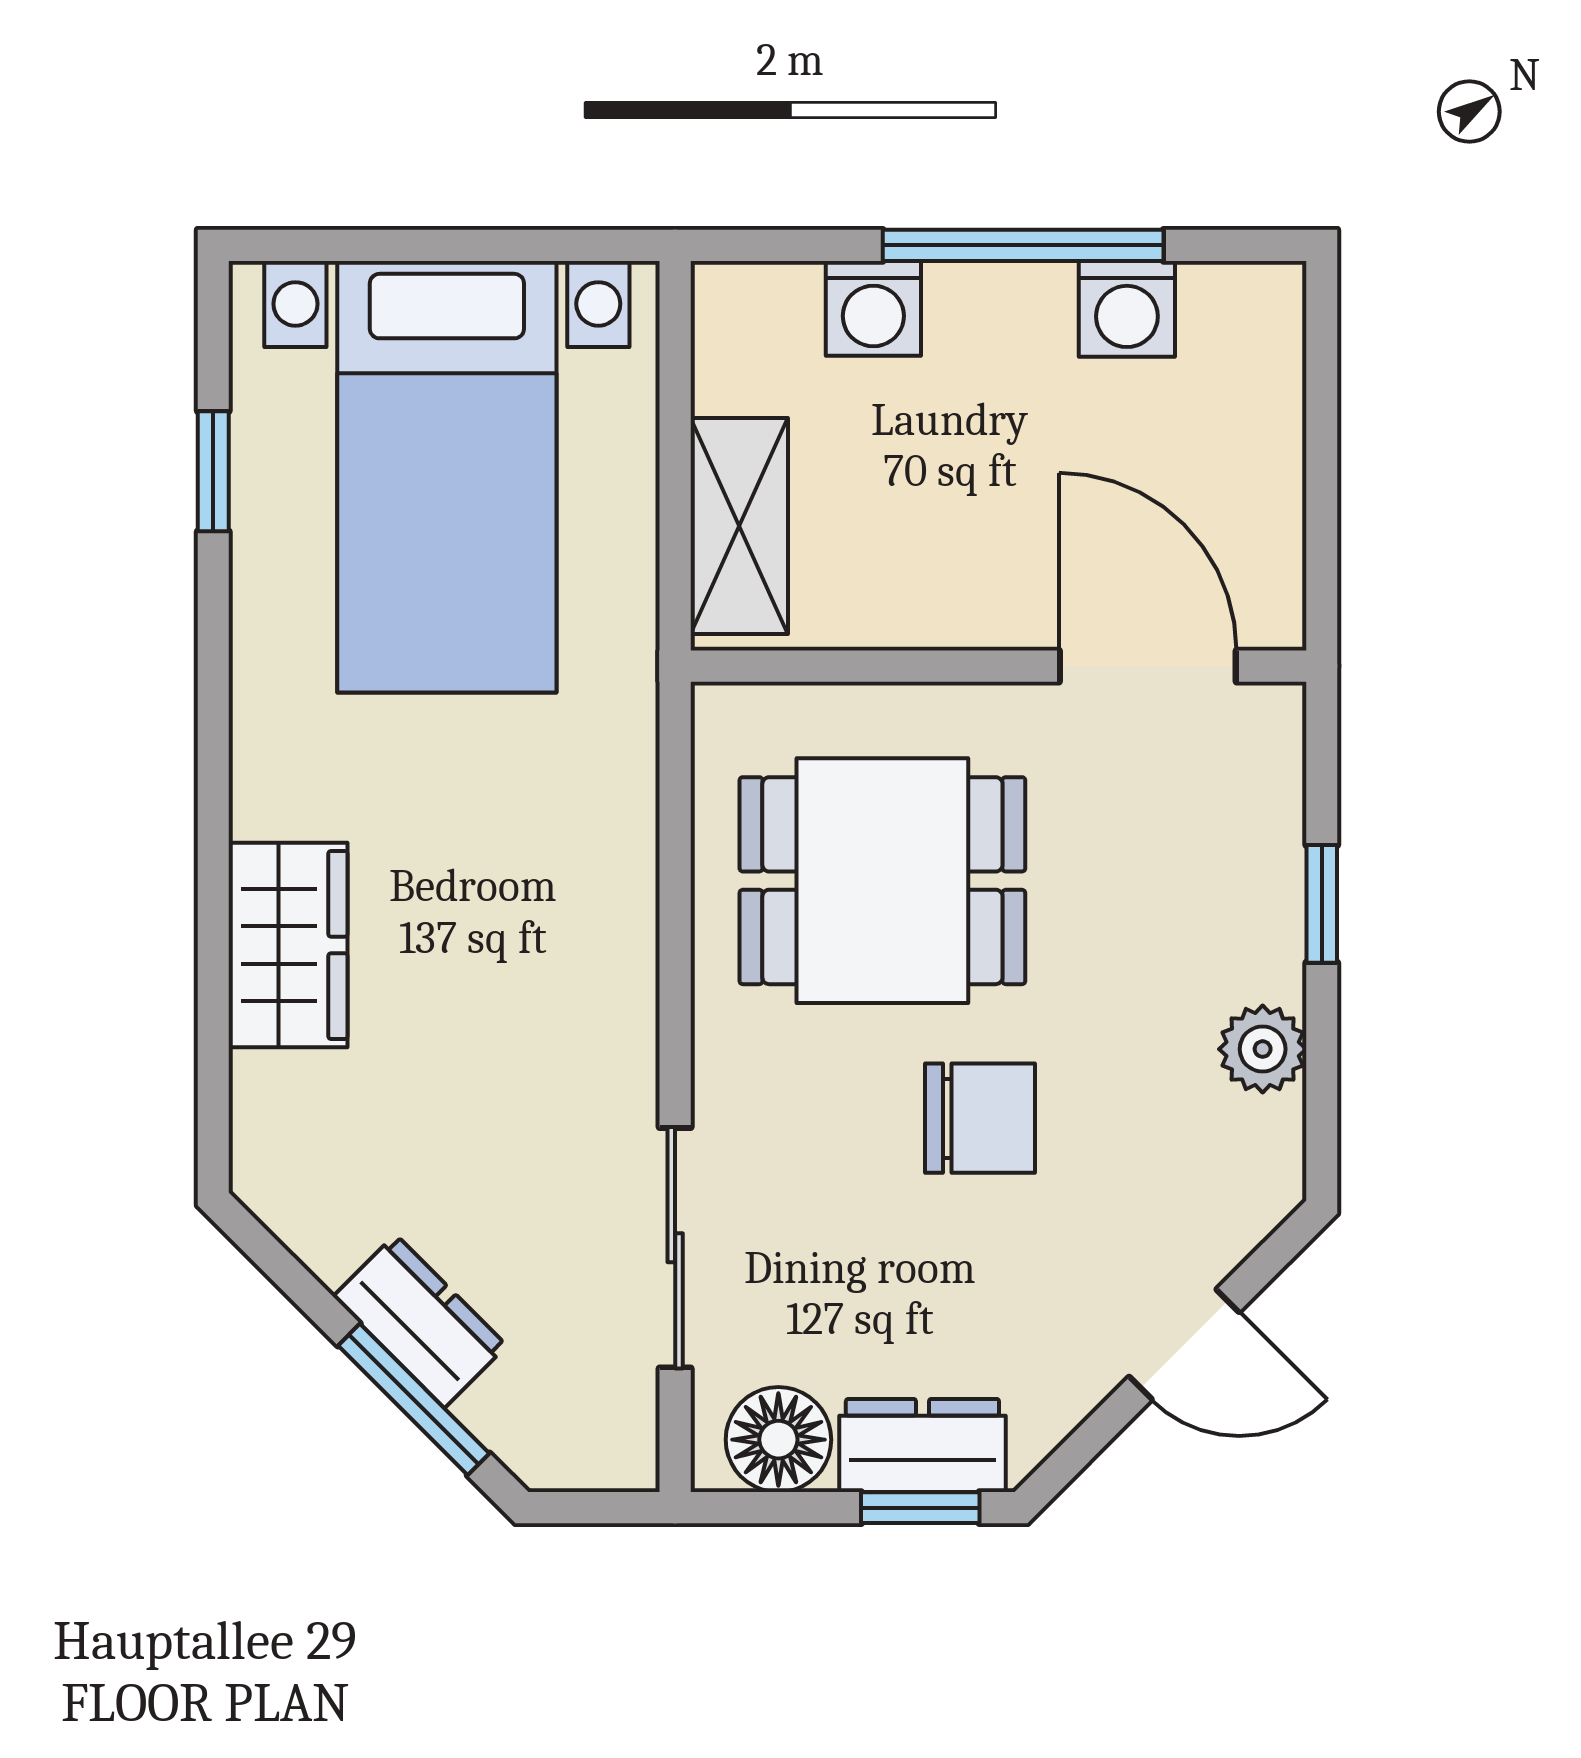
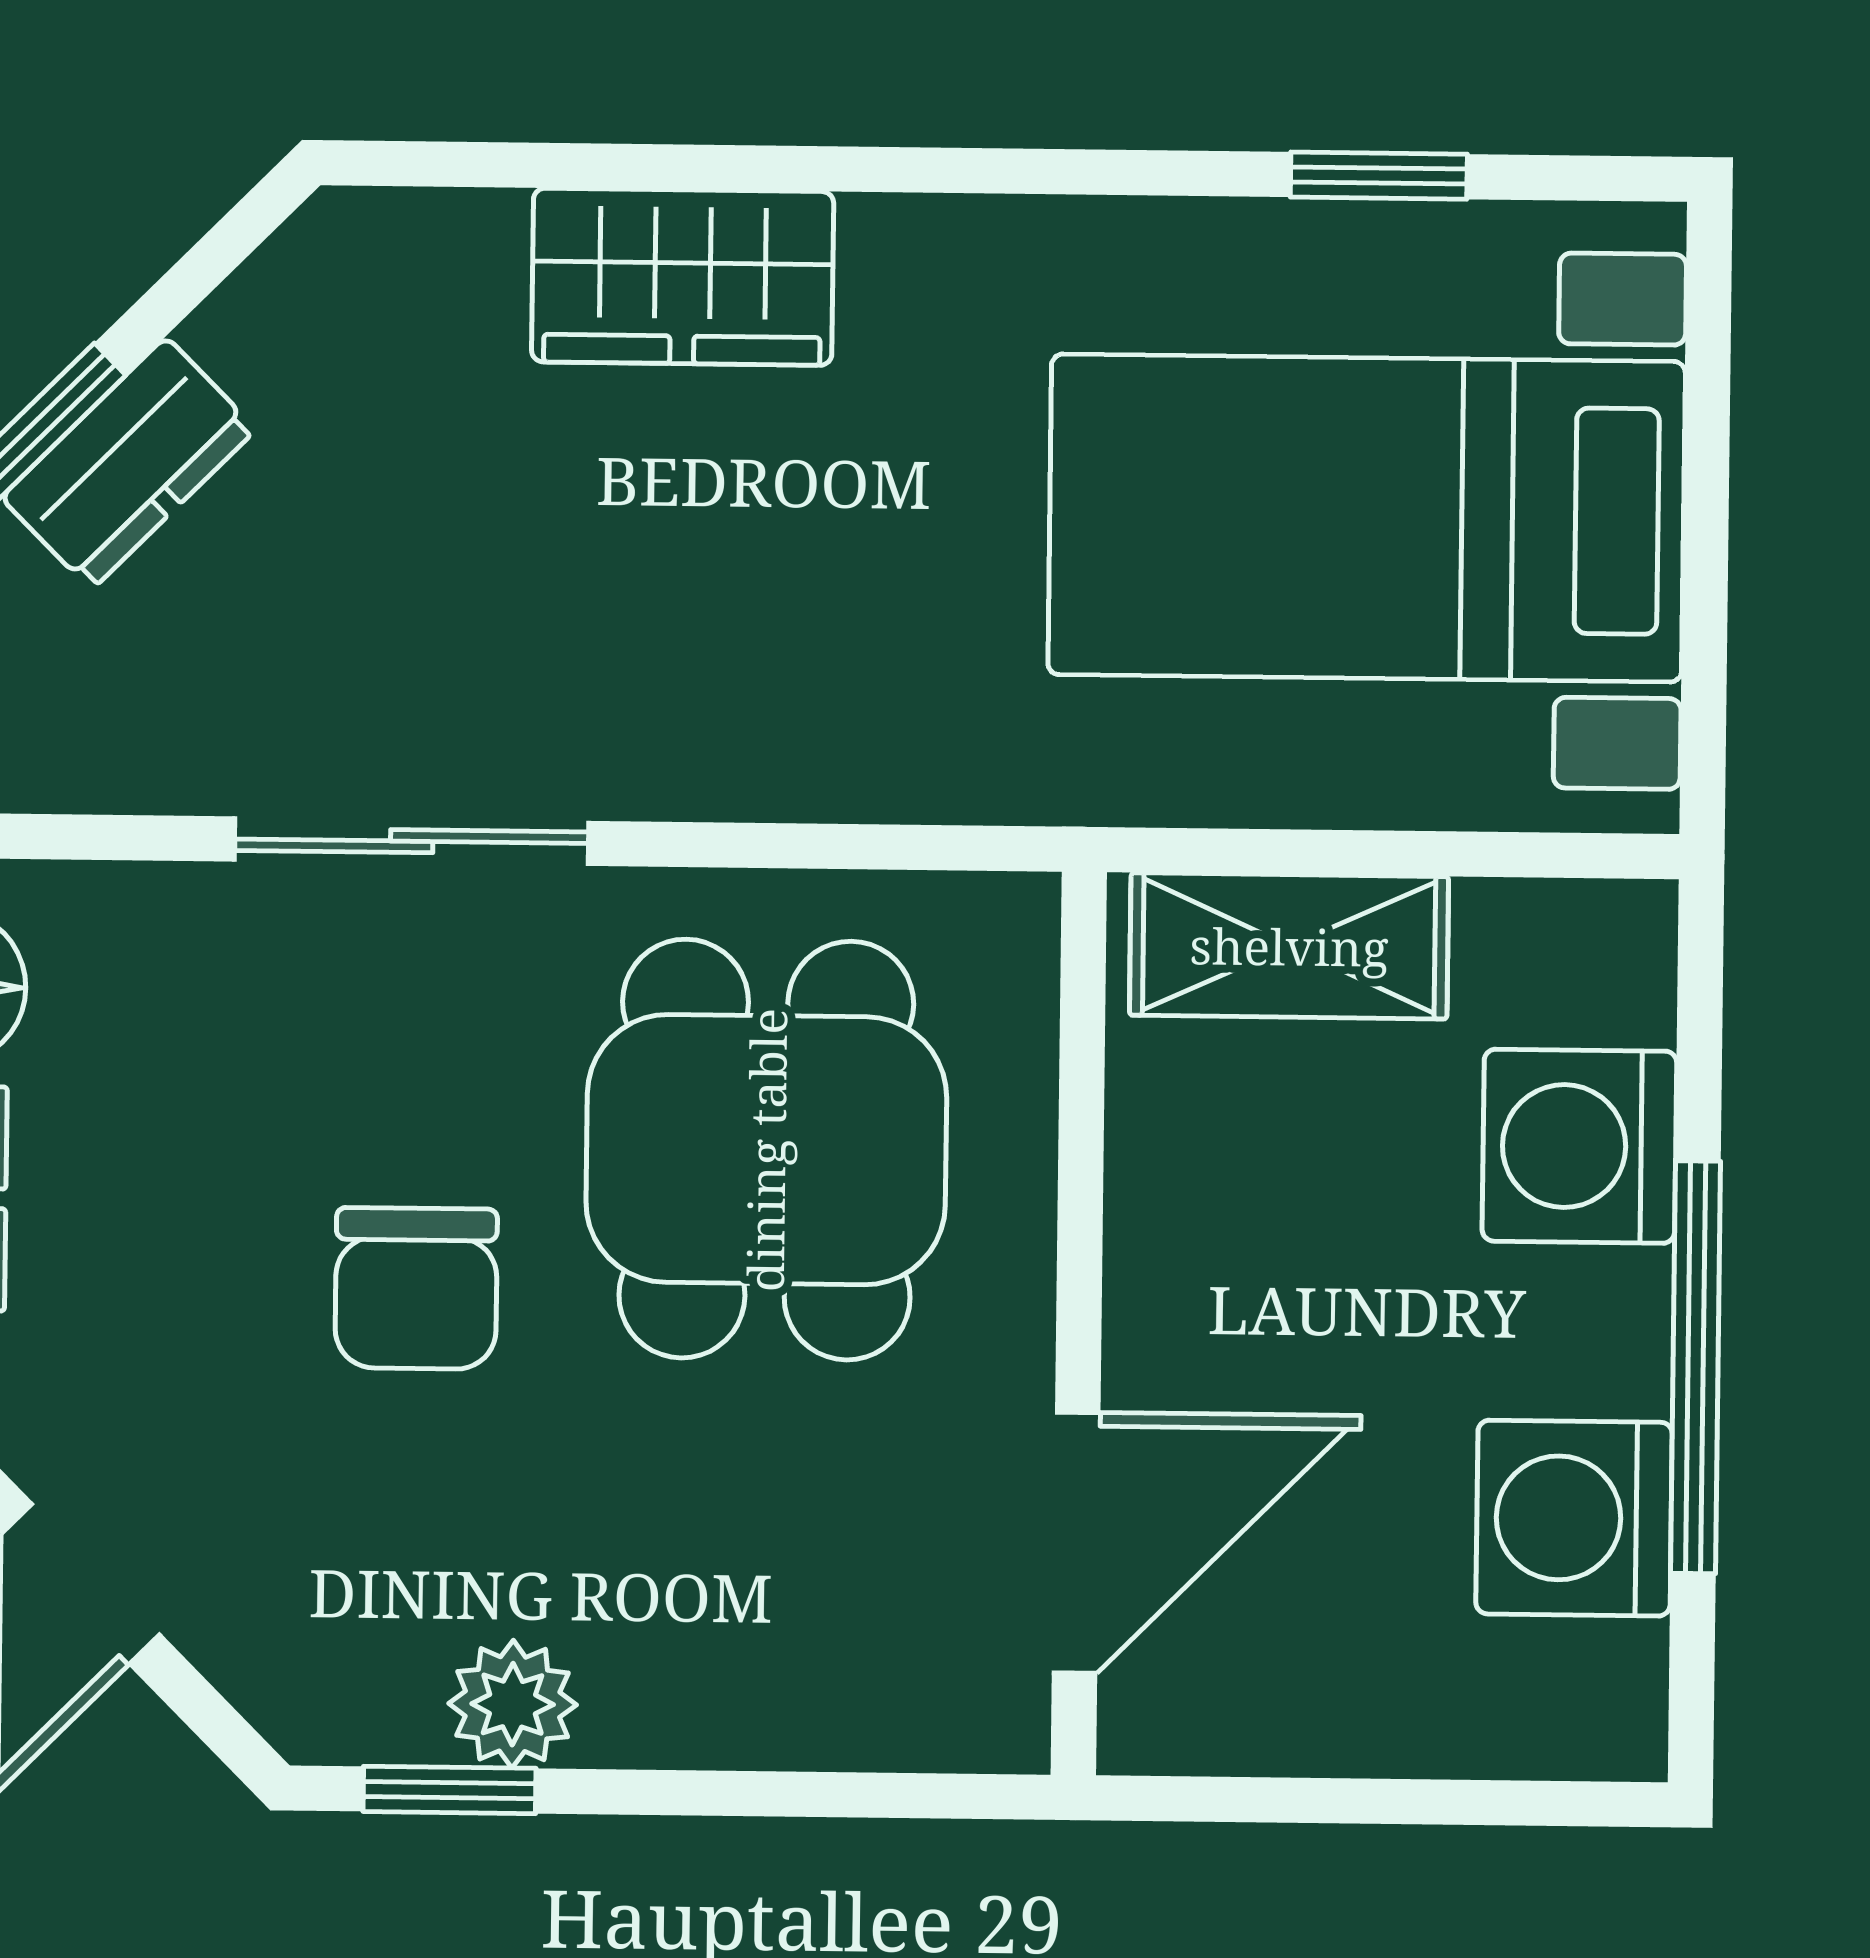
washing machine: (873, 308) -> (1579, 1146), width x1.38, depth x1.38
washing machine: (1127, 309) -> (1574, 1518), width x1.38, depth x1.38
window: (1322, 904) -> (450, 1790), moved
sliding door: (675, 1248) -> (412, 841), moved

